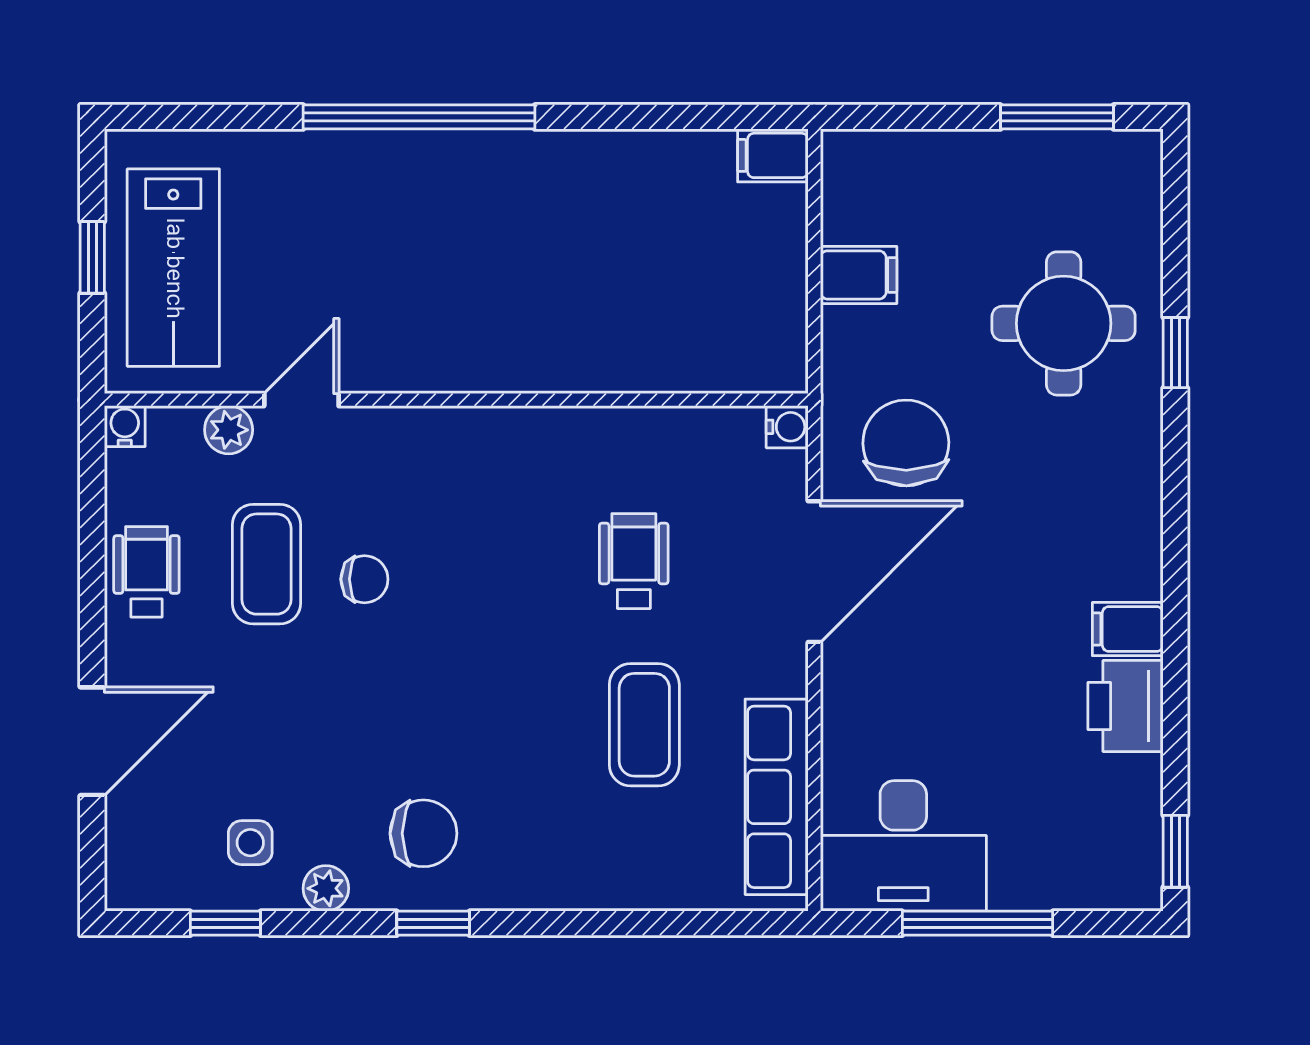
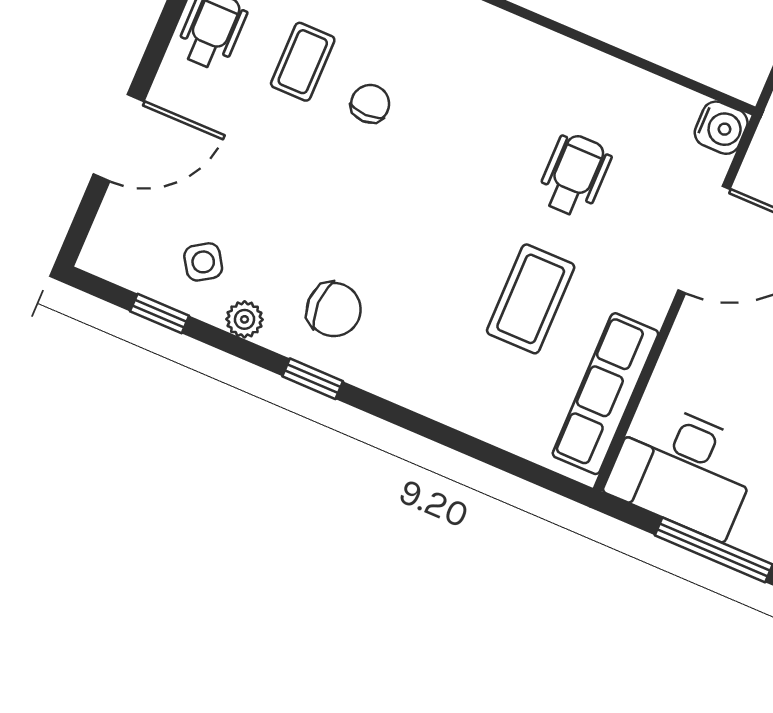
water cooler: (787, 427) -> (721, 128), width x1.38, depth x1.38
coffee table: (267, 564) -> (303, 62), width x0.73, depth x0.77
chair: (364, 579) -> (370, 104), turned -90
side table: (250, 843) -> (203, 262), turned -33

